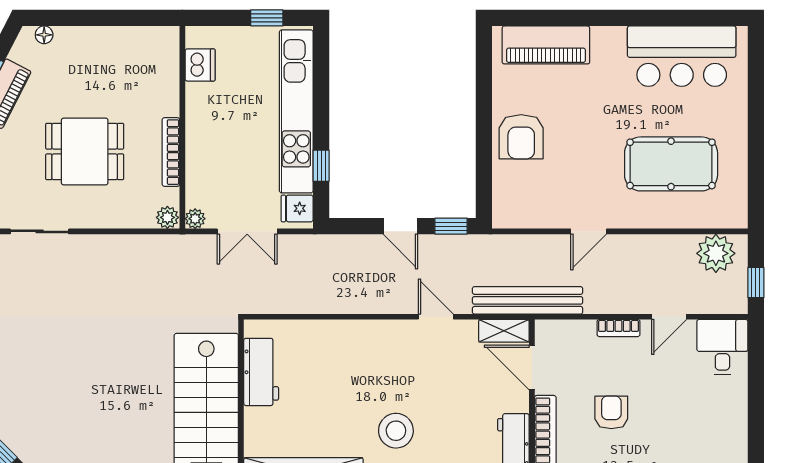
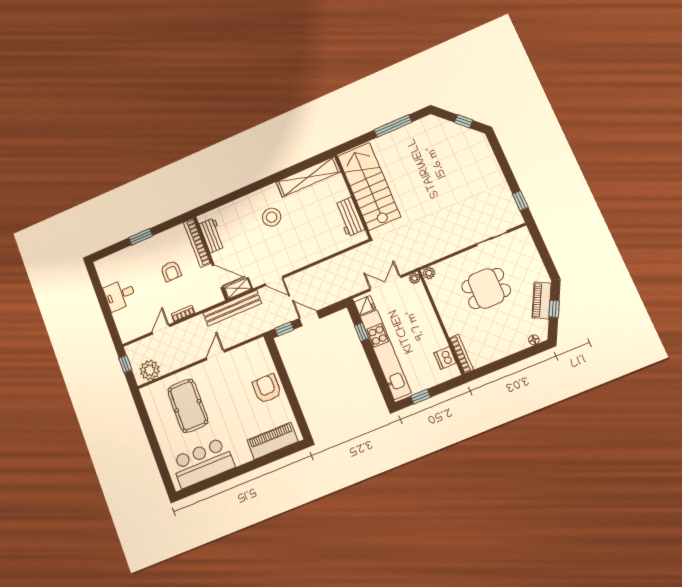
bookcase: (171, 152) -> (461, 354), moved
pool table: (671, 164) -> (188, 406), turned 90
desk: (722, 347) -> (120, 295), moved, turned 90

